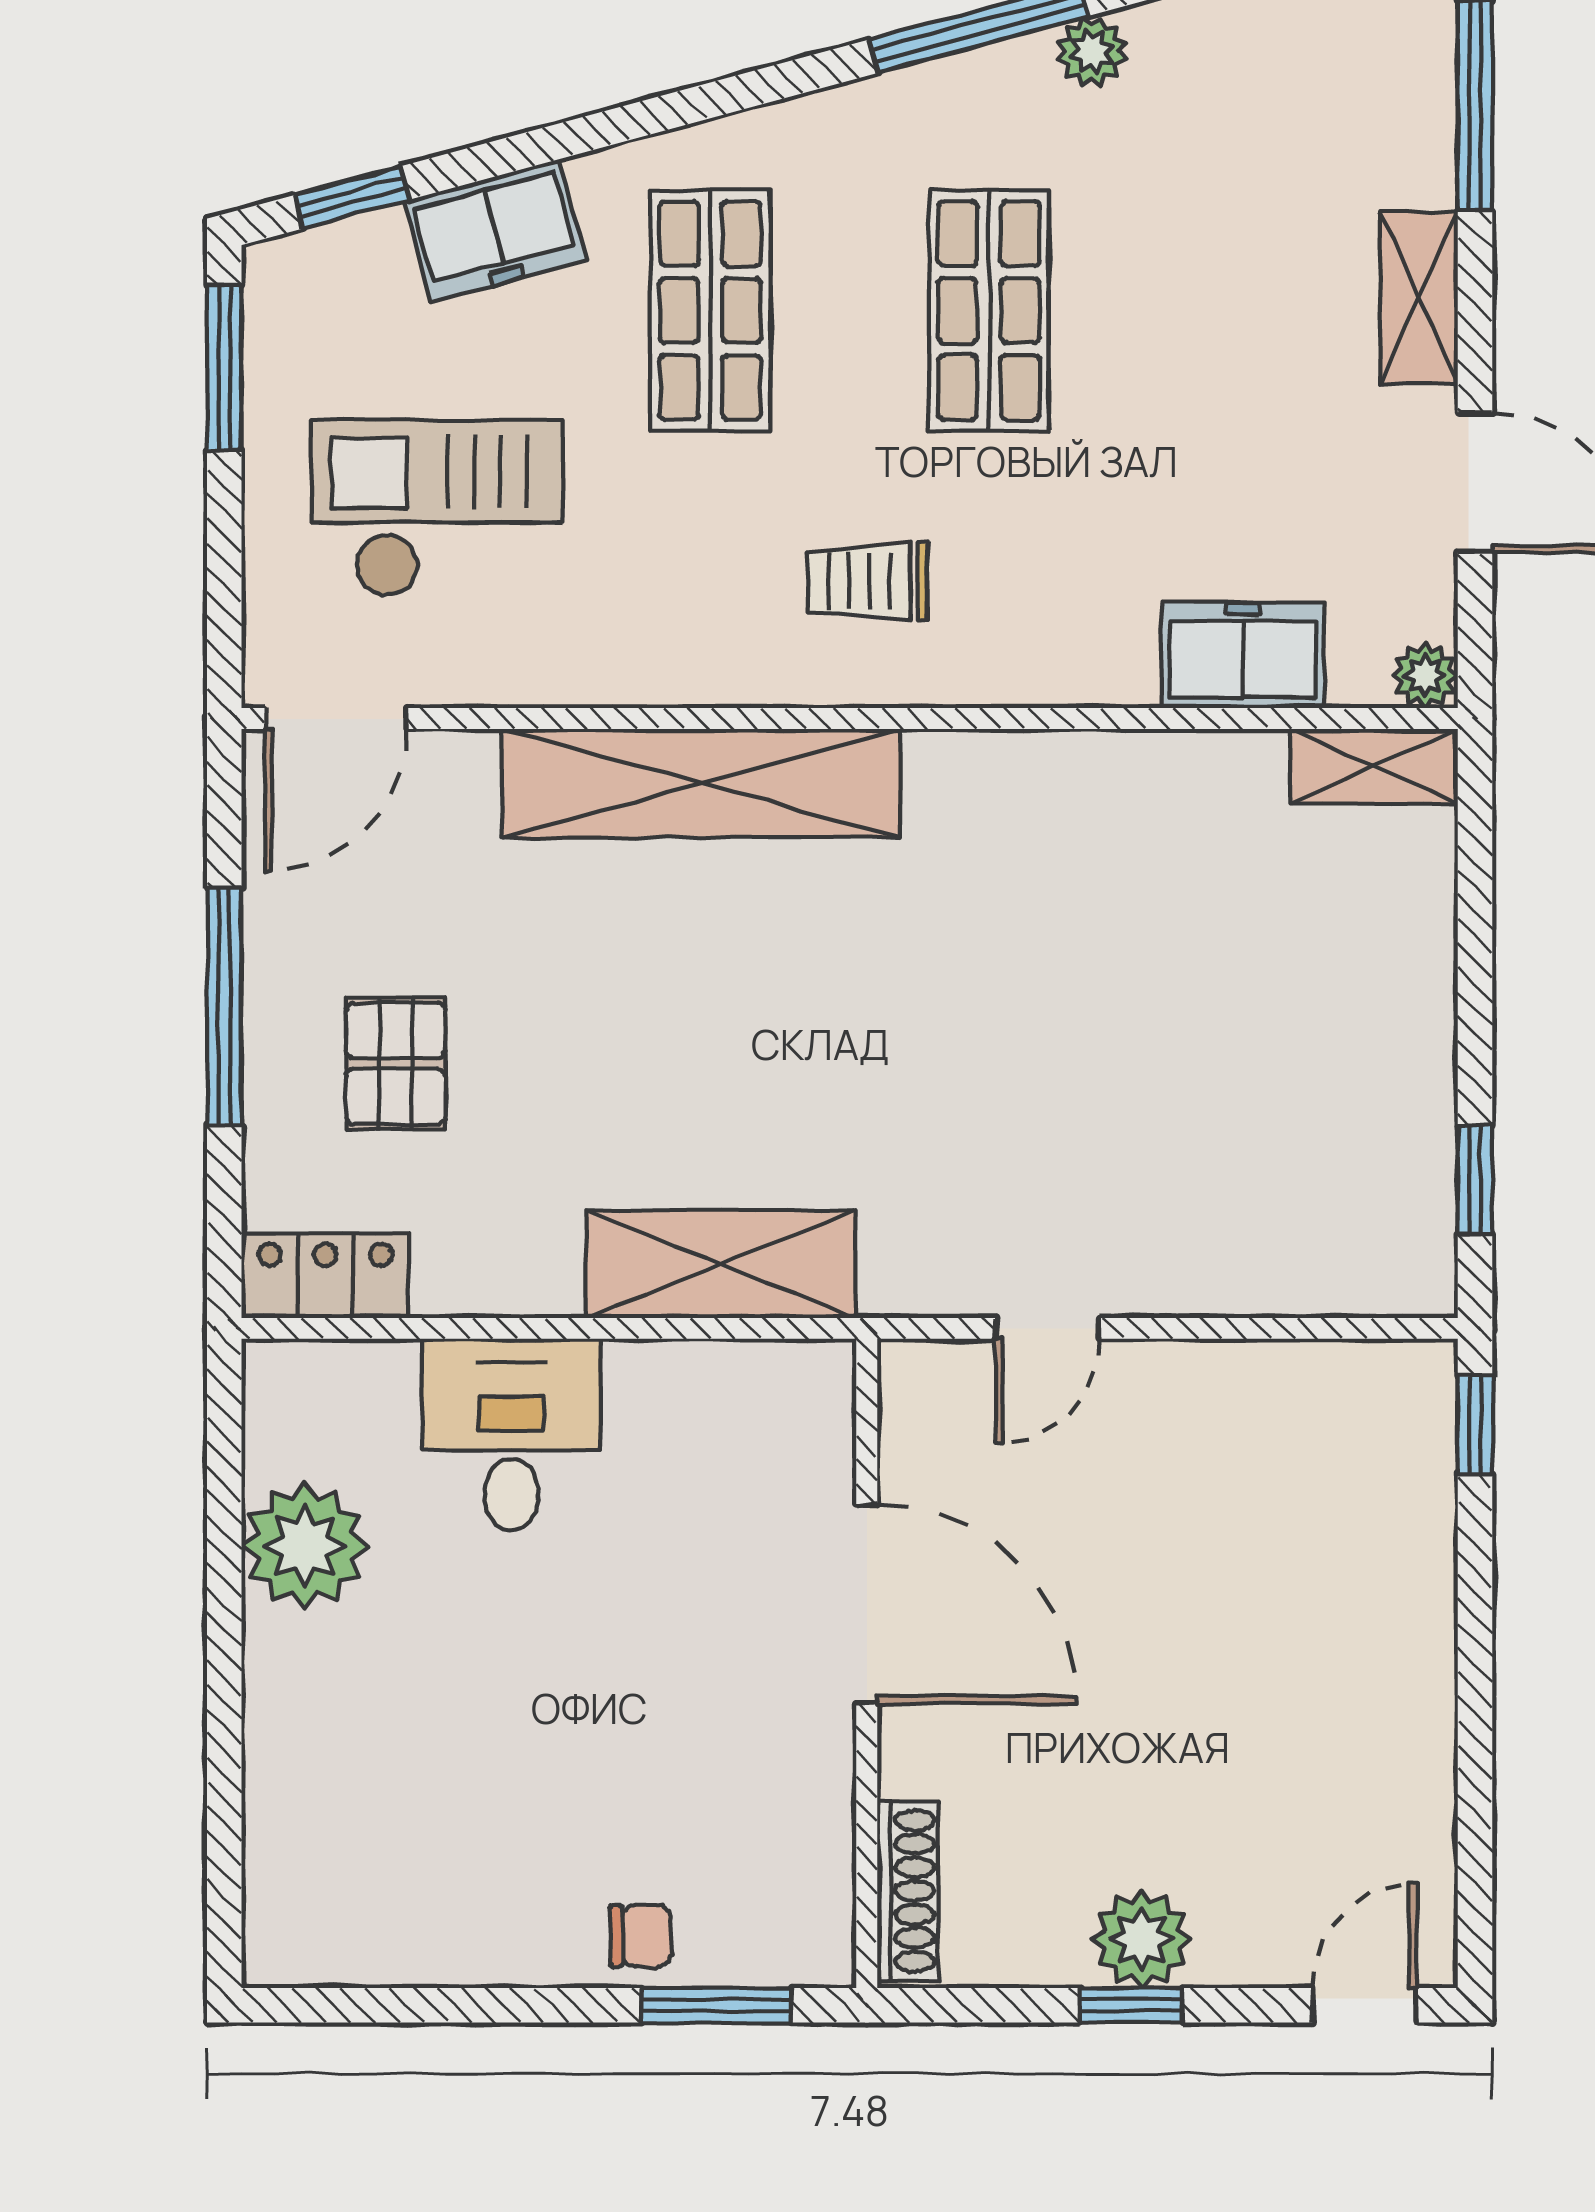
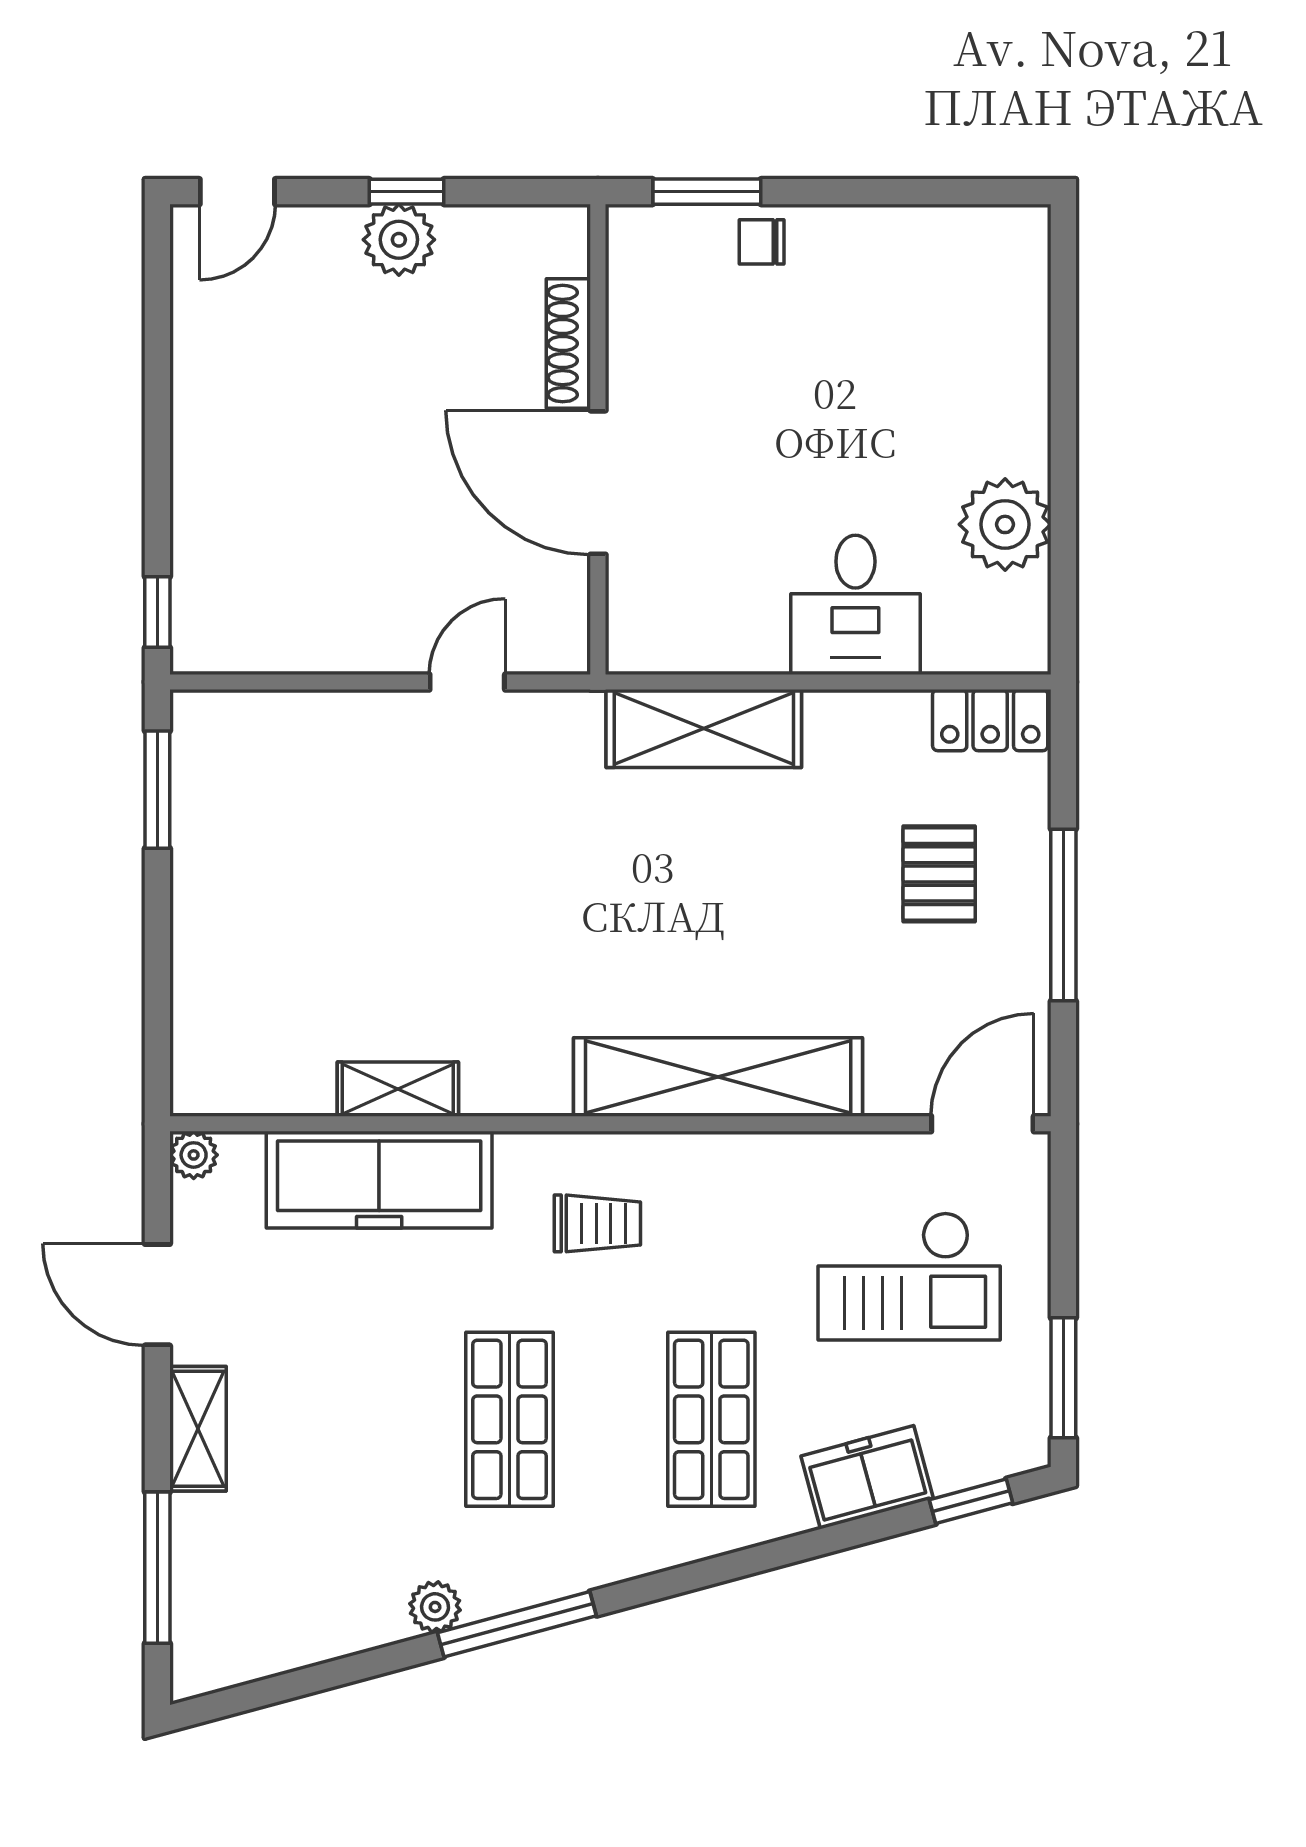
freezer: (1243, 655) -> (379, 1180), width x1.91, depth x1.26
shelving: (1374, 766) -> (398, 1089), moved
window: (1475, 1180) -> (157, 790), width x1.50
shoe rack: (908, 1891) -> (568, 344), moved

